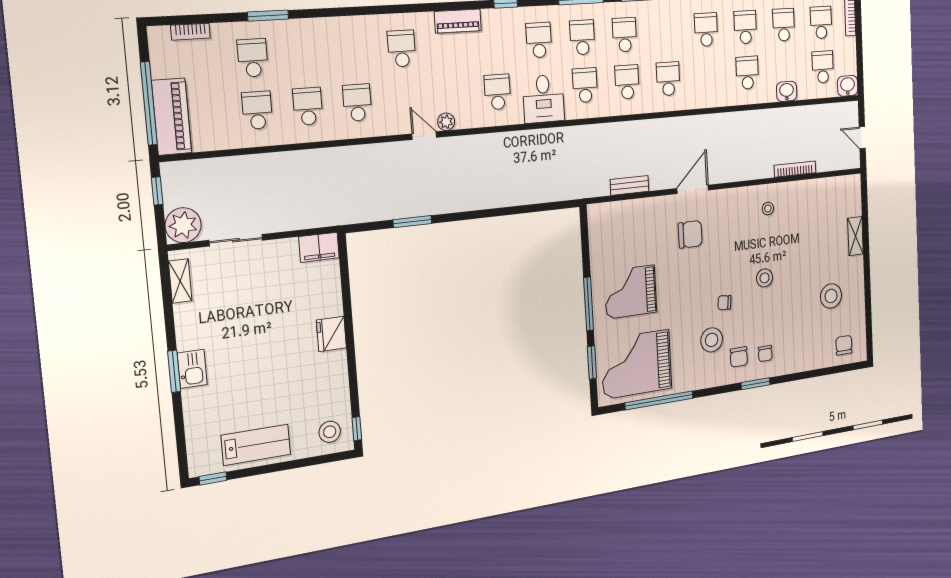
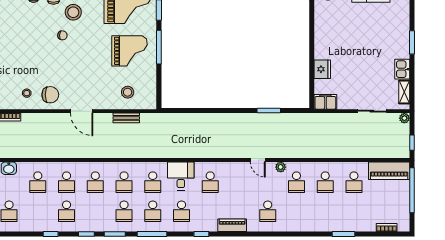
school desk: (745, 27) -> (67, 182), moved
school desk: (253, 58) -> (354, 211), removed
piano: (172, 117) -> (389, 171), moved, turned -90
plant: (446, 122) -> (281, 167), moved
door: (693, 189) -> (82, 111), hinge flipped
plant: (183, 225) -> (404, 118), width x0.53, depth x0.53
chair: (690, 234) -> (50, 95), moved, turned 180
stool: (765, 278) -> (128, 92), moved
fridge: (331, 334) -> (322, 69), moved
kitchen sink: (192, 369) -> (402, 69), moved

